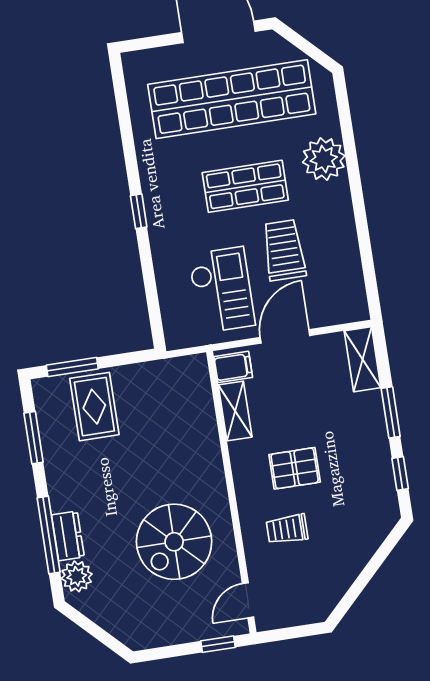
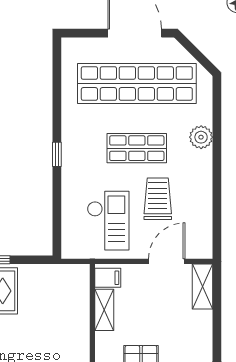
plant: (324, 159) -> (201, 137), width x0.73, depth x0.73
door: (285, 336) -> (167, 261), moved
window: (391, 412) -> (217, 328), removed

